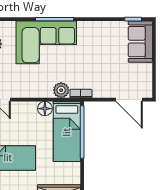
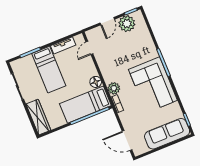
corner sofa: (46, 42) -> (153, 85), moved
sofa: (140, 42) -> (167, 134), width x1.36
door: (129, 100) -> (127, 141), hinge flipped

